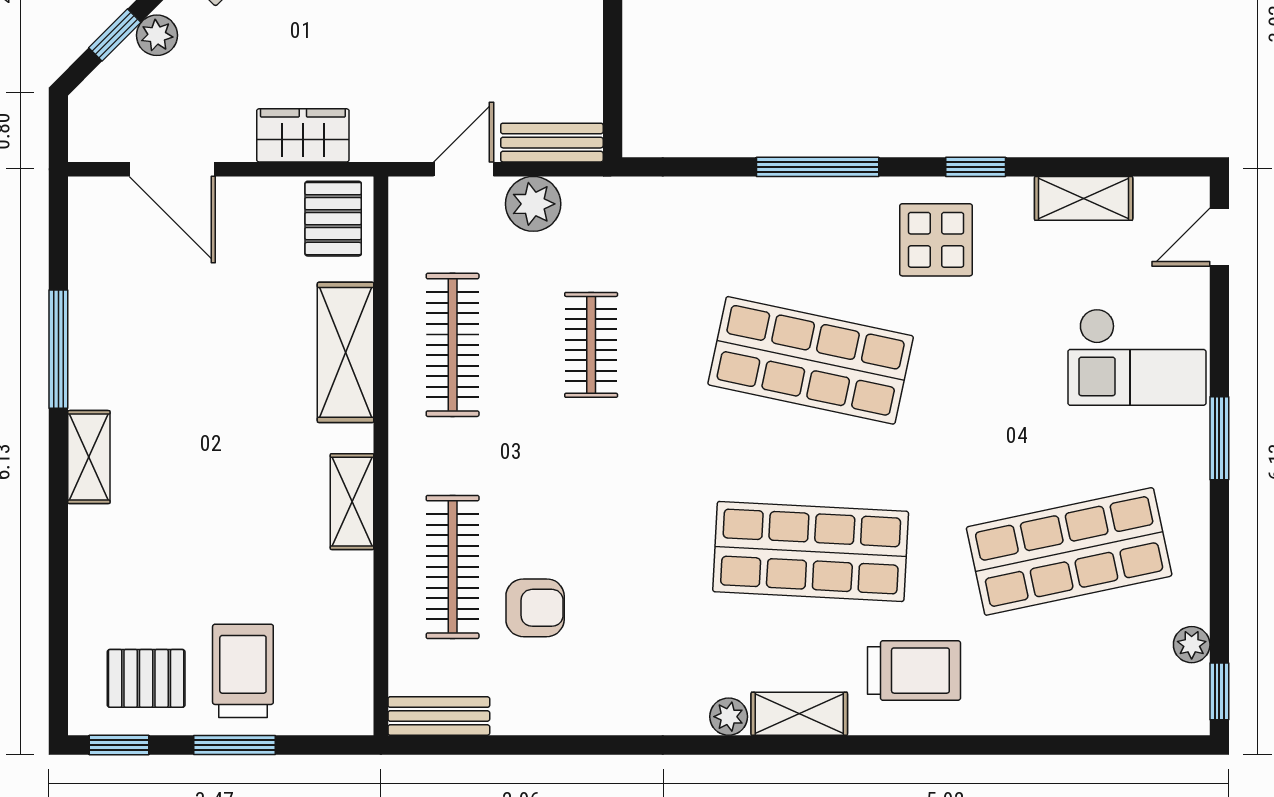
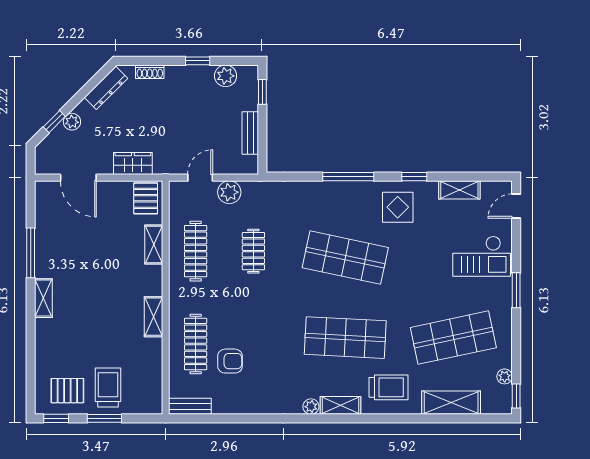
bench: (552, 143) -> (250, 133), moved, turned 90
shelving: (346, 352) -> (154, 244), width x0.67, depth x0.75
shelving: (1064, 707) -> (451, 403), added

